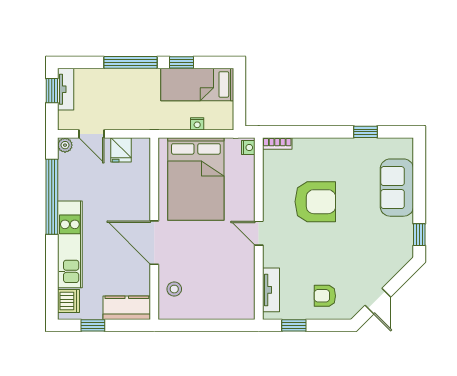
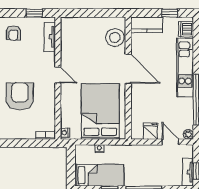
armchair: (315, 202) -> (20, 96), turned 90
stool: (174, 289) -> (115, 38), width x1.89, depth x1.89
armchair: (325, 296) -> (13, 33), turned 90

